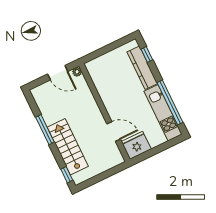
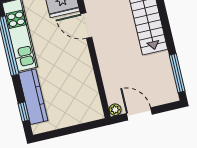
window: (45, 130) -> (177, 73), moved

